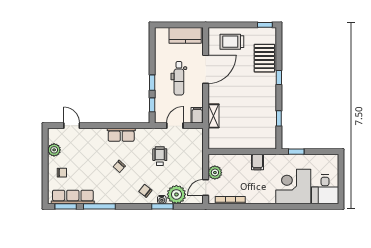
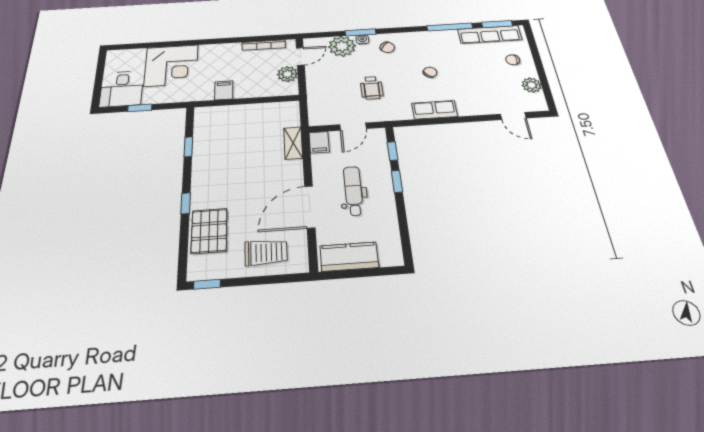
window: (296, 152) -> (140, 108), moved
desk: (325, 189) -> (122, 89), moved, turned 180

